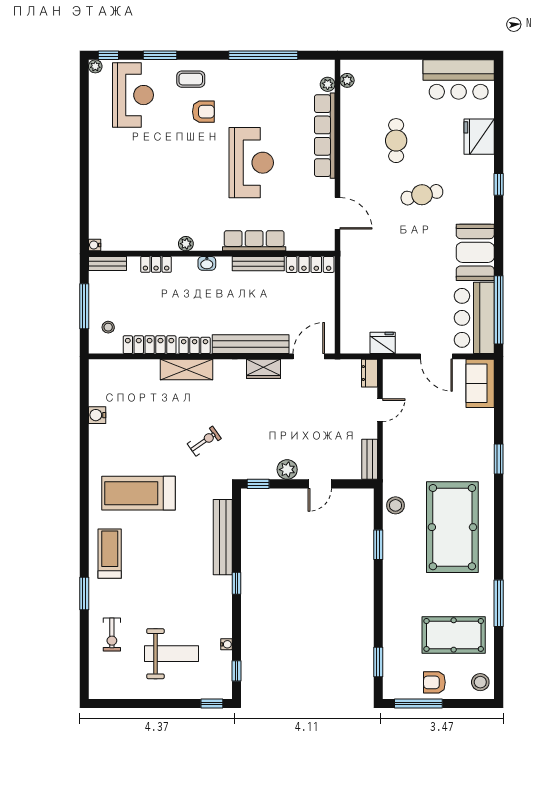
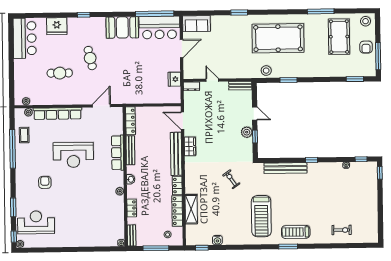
coffee table: (191, 79) -> (24, 135), moved
reception desk: (251, 163) -> (73, 155), turned 180
shelving: (187, 369) -> (191, 209), moved
window: (84, 387) -> (202, 248), added
window: (258, 484) -> (255, 137), moved
window: (84, 594) -> (288, 246), moved
weight bench: (172, 654) -> (352, 196), removed

